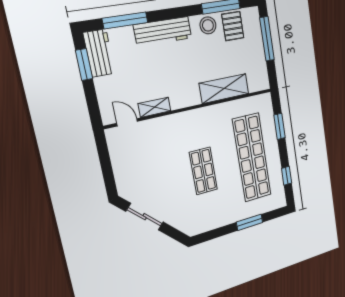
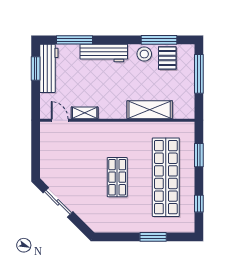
workbench: (99, 53) -> (49, 68), width x1.38

